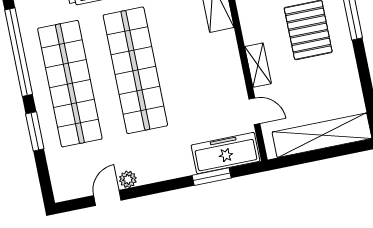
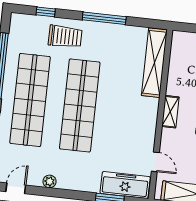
shelving: (258, 65) -> (170, 112), moved
door: (107, 198) -> (16, 188), moved

